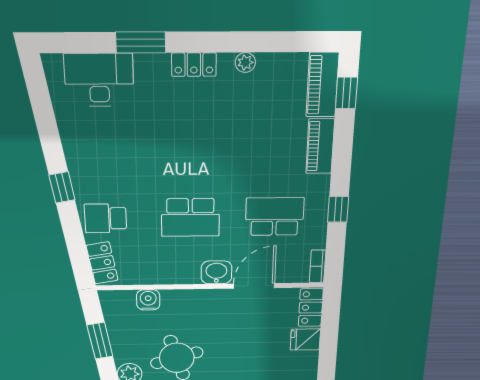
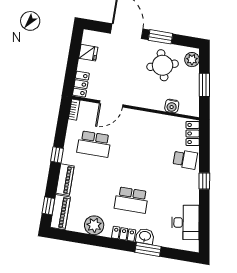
plant: (245, 62) -> (94, 225), width x1.87, depth x1.87
desk: (99, 80) -> (185, 222), moved, turned -100
window: (338, 209) -> (57, 155), moved
school desk: (190, 217) -> (131, 200), moved, turned 180
washbasin: (216, 272) -> (145, 236), moved, turned 180
fridge: (305, 339) -> (88, 53), moved

